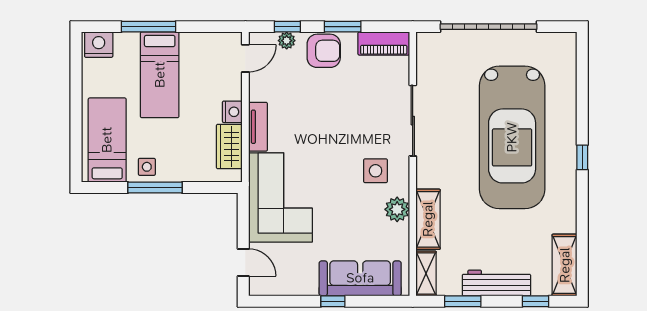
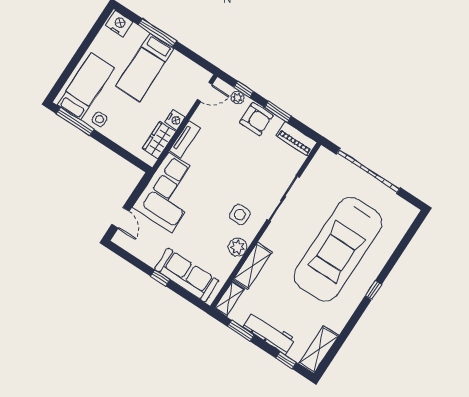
window: (155, 187) -> (75, 122), moved

